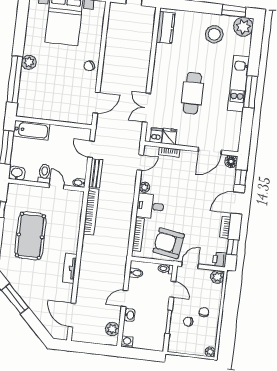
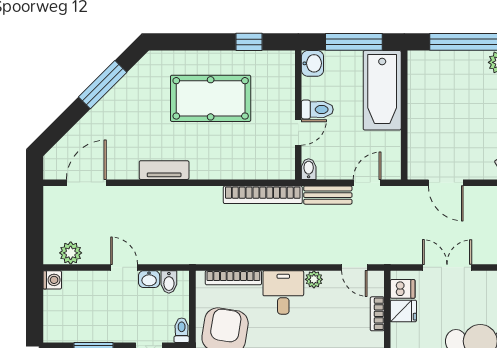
bathtub: (31, 130) -> (382, 90), width x1.36, depth x1.36
washbasin: (130, 315) -> (149, 279), moved

